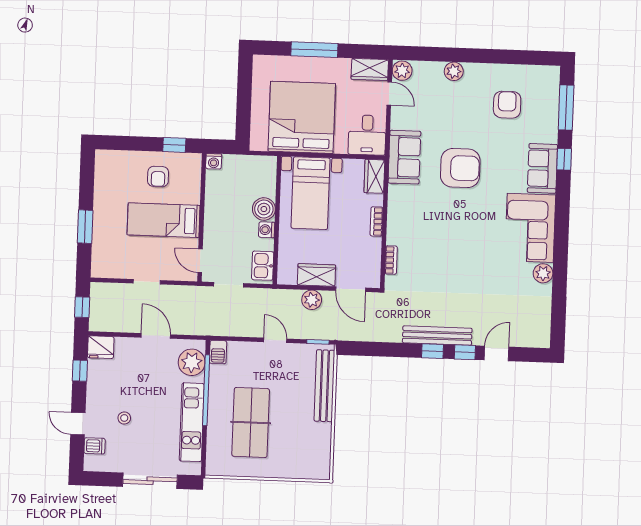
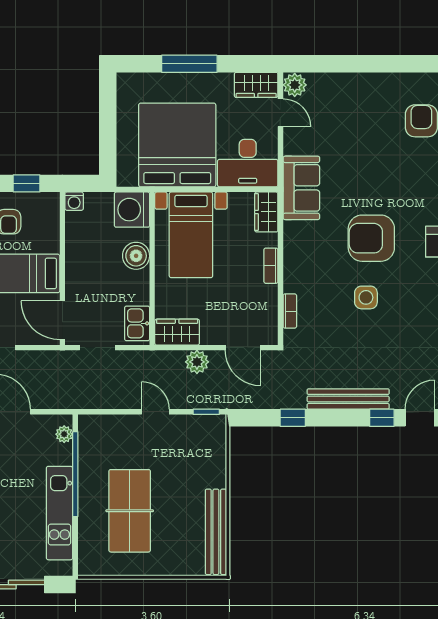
plant: (454, 71) -> (356, 83), removed
desk: (367, 135) -> (248, 163), width x1.37
armchair: (460, 168) -> (371, 238), moved, turned 180
washing machine: (267, 230) -> (132, 210), moved, width x1.89, depth x1.89
side table: (455, 251) -> (366, 297), added
door: (200, 261) -> (62, 320), width x1.38
wardrobe: (316, 275) -> (177, 332), moved
window: (432, 351) -> (293, 418), moved
barbecue: (218, 352) -> (88, 428), removed
plant: (192, 362) -> (64, 434), width x0.53, depth x0.53
bench: (324, 386) -> (216, 532), moved

